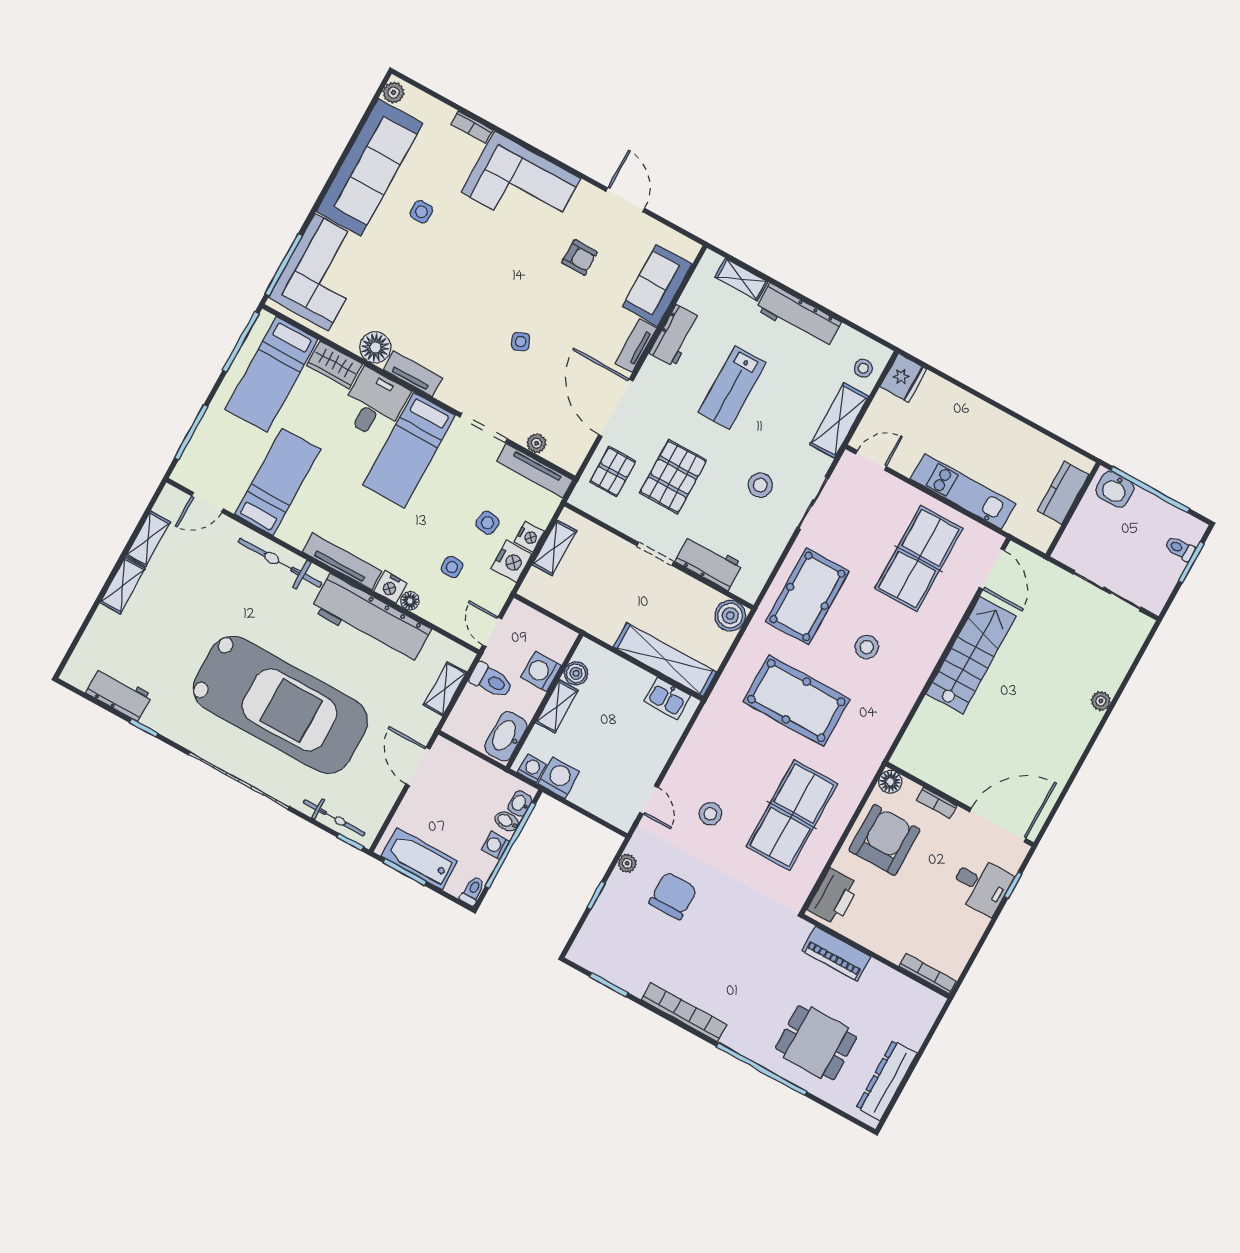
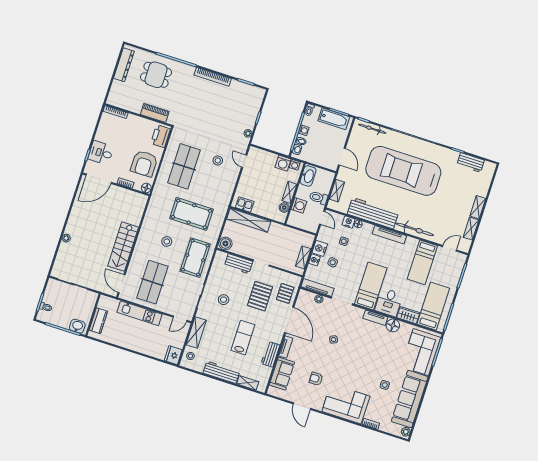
nightstand: (390, 587) -> (348, 222), moved
chair: (673, 896) -> (227, 124), removed

